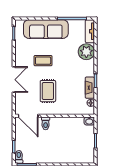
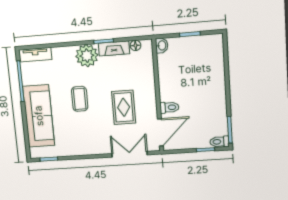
plant: (86, 52) -> (87, 56), moved
coffee table: (43, 61) -> (80, 99), moved
double door: (14, 80) -> (130, 154), moved
rug: (48, 91) -> (124, 107), turned 90

